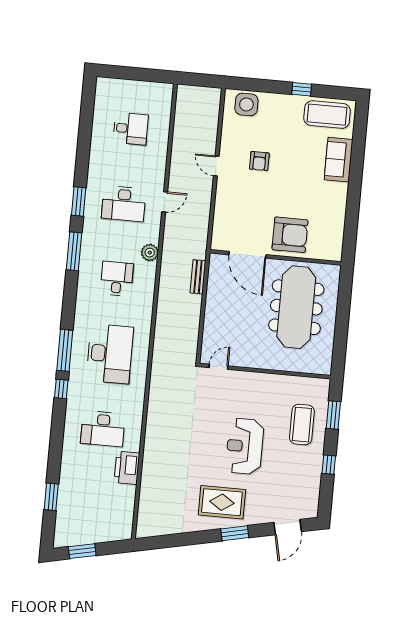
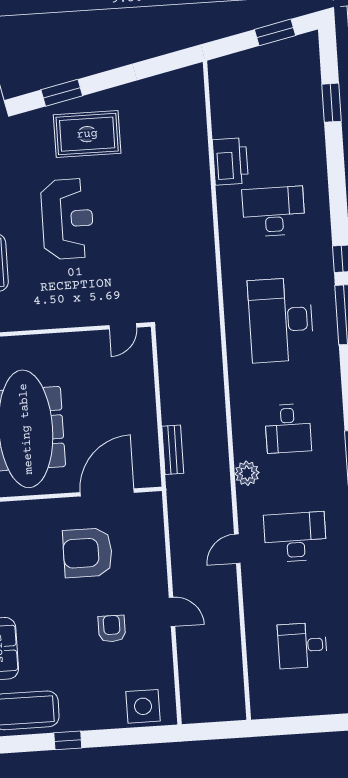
armchair: (290, 235) -> (88, 553), moved
door: (247, 255) -> (107, 492), hinge flipped

